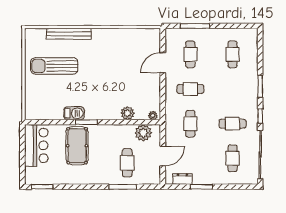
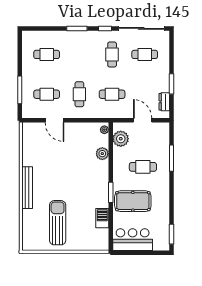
bench: (69, 34) -> (27, 188), moved
sun lounger: (54, 66) -> (58, 223), turned 180
barbecue: (74, 113) -> (102, 218), moved
cafe table: (127, 163) -> (143, 167), moved

